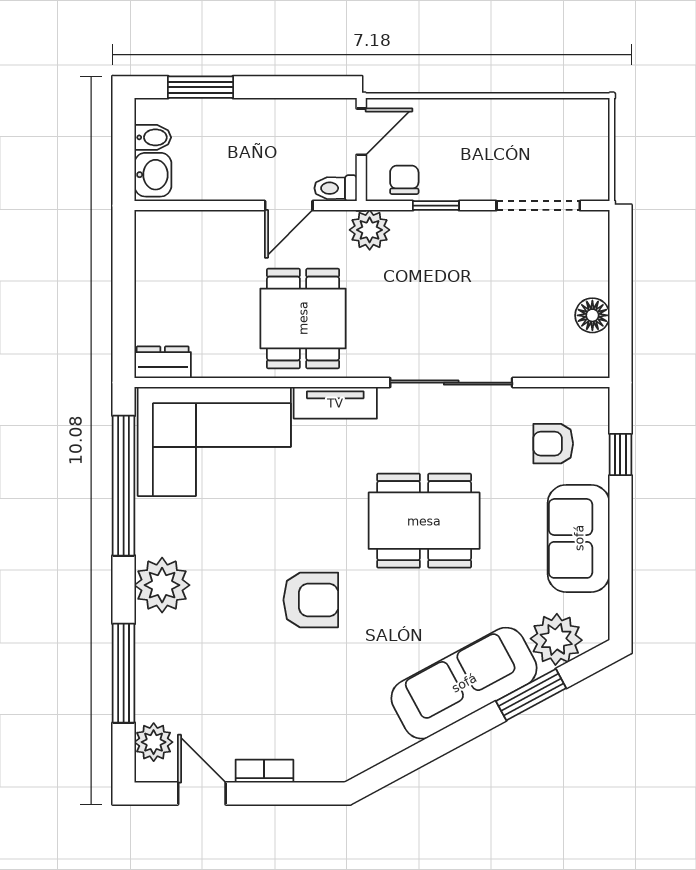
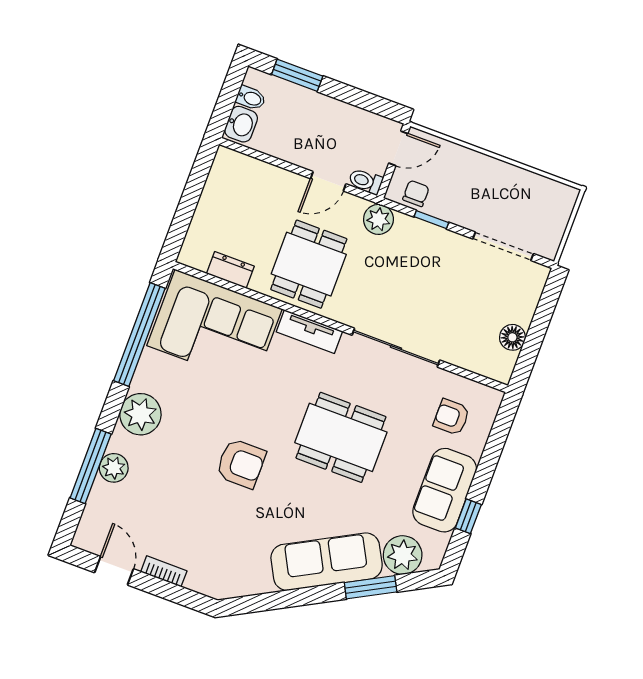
dresser: (163, 362) -> (230, 270), moved
window: (620, 454) -> (468, 516), moved
plant: (154, 742) -> (114, 468), moved

